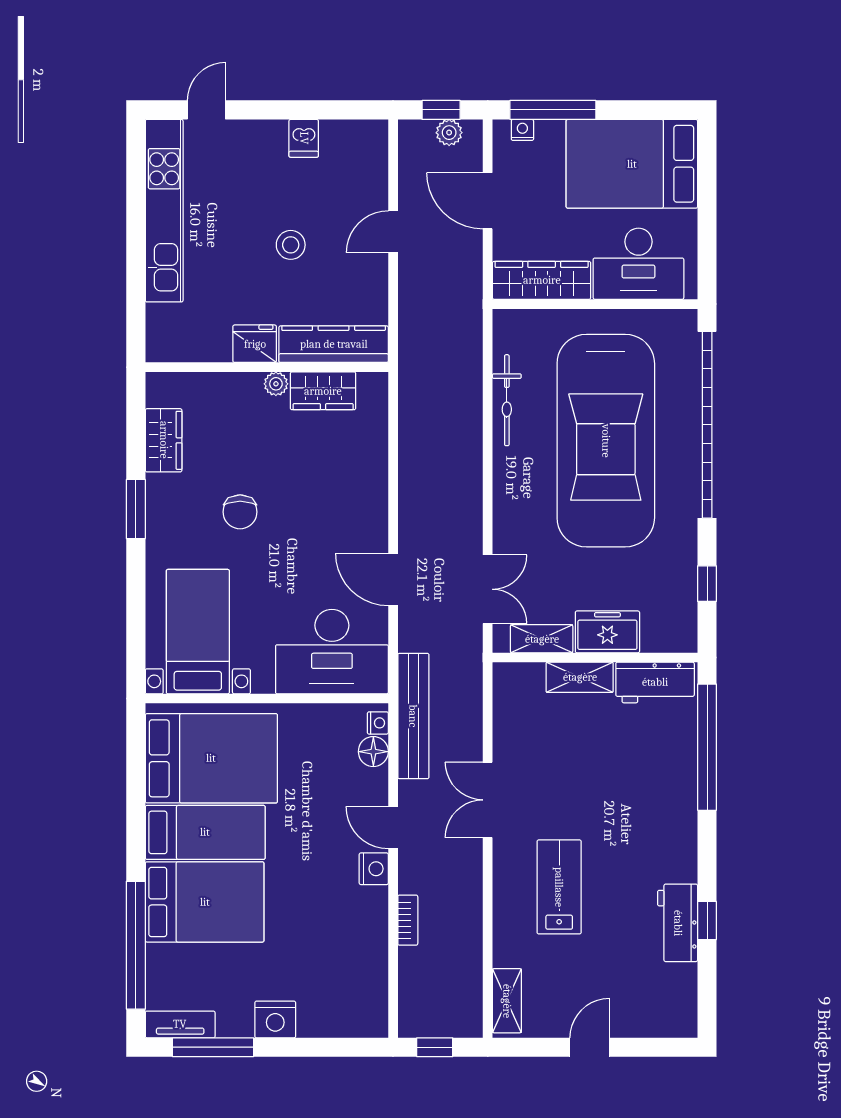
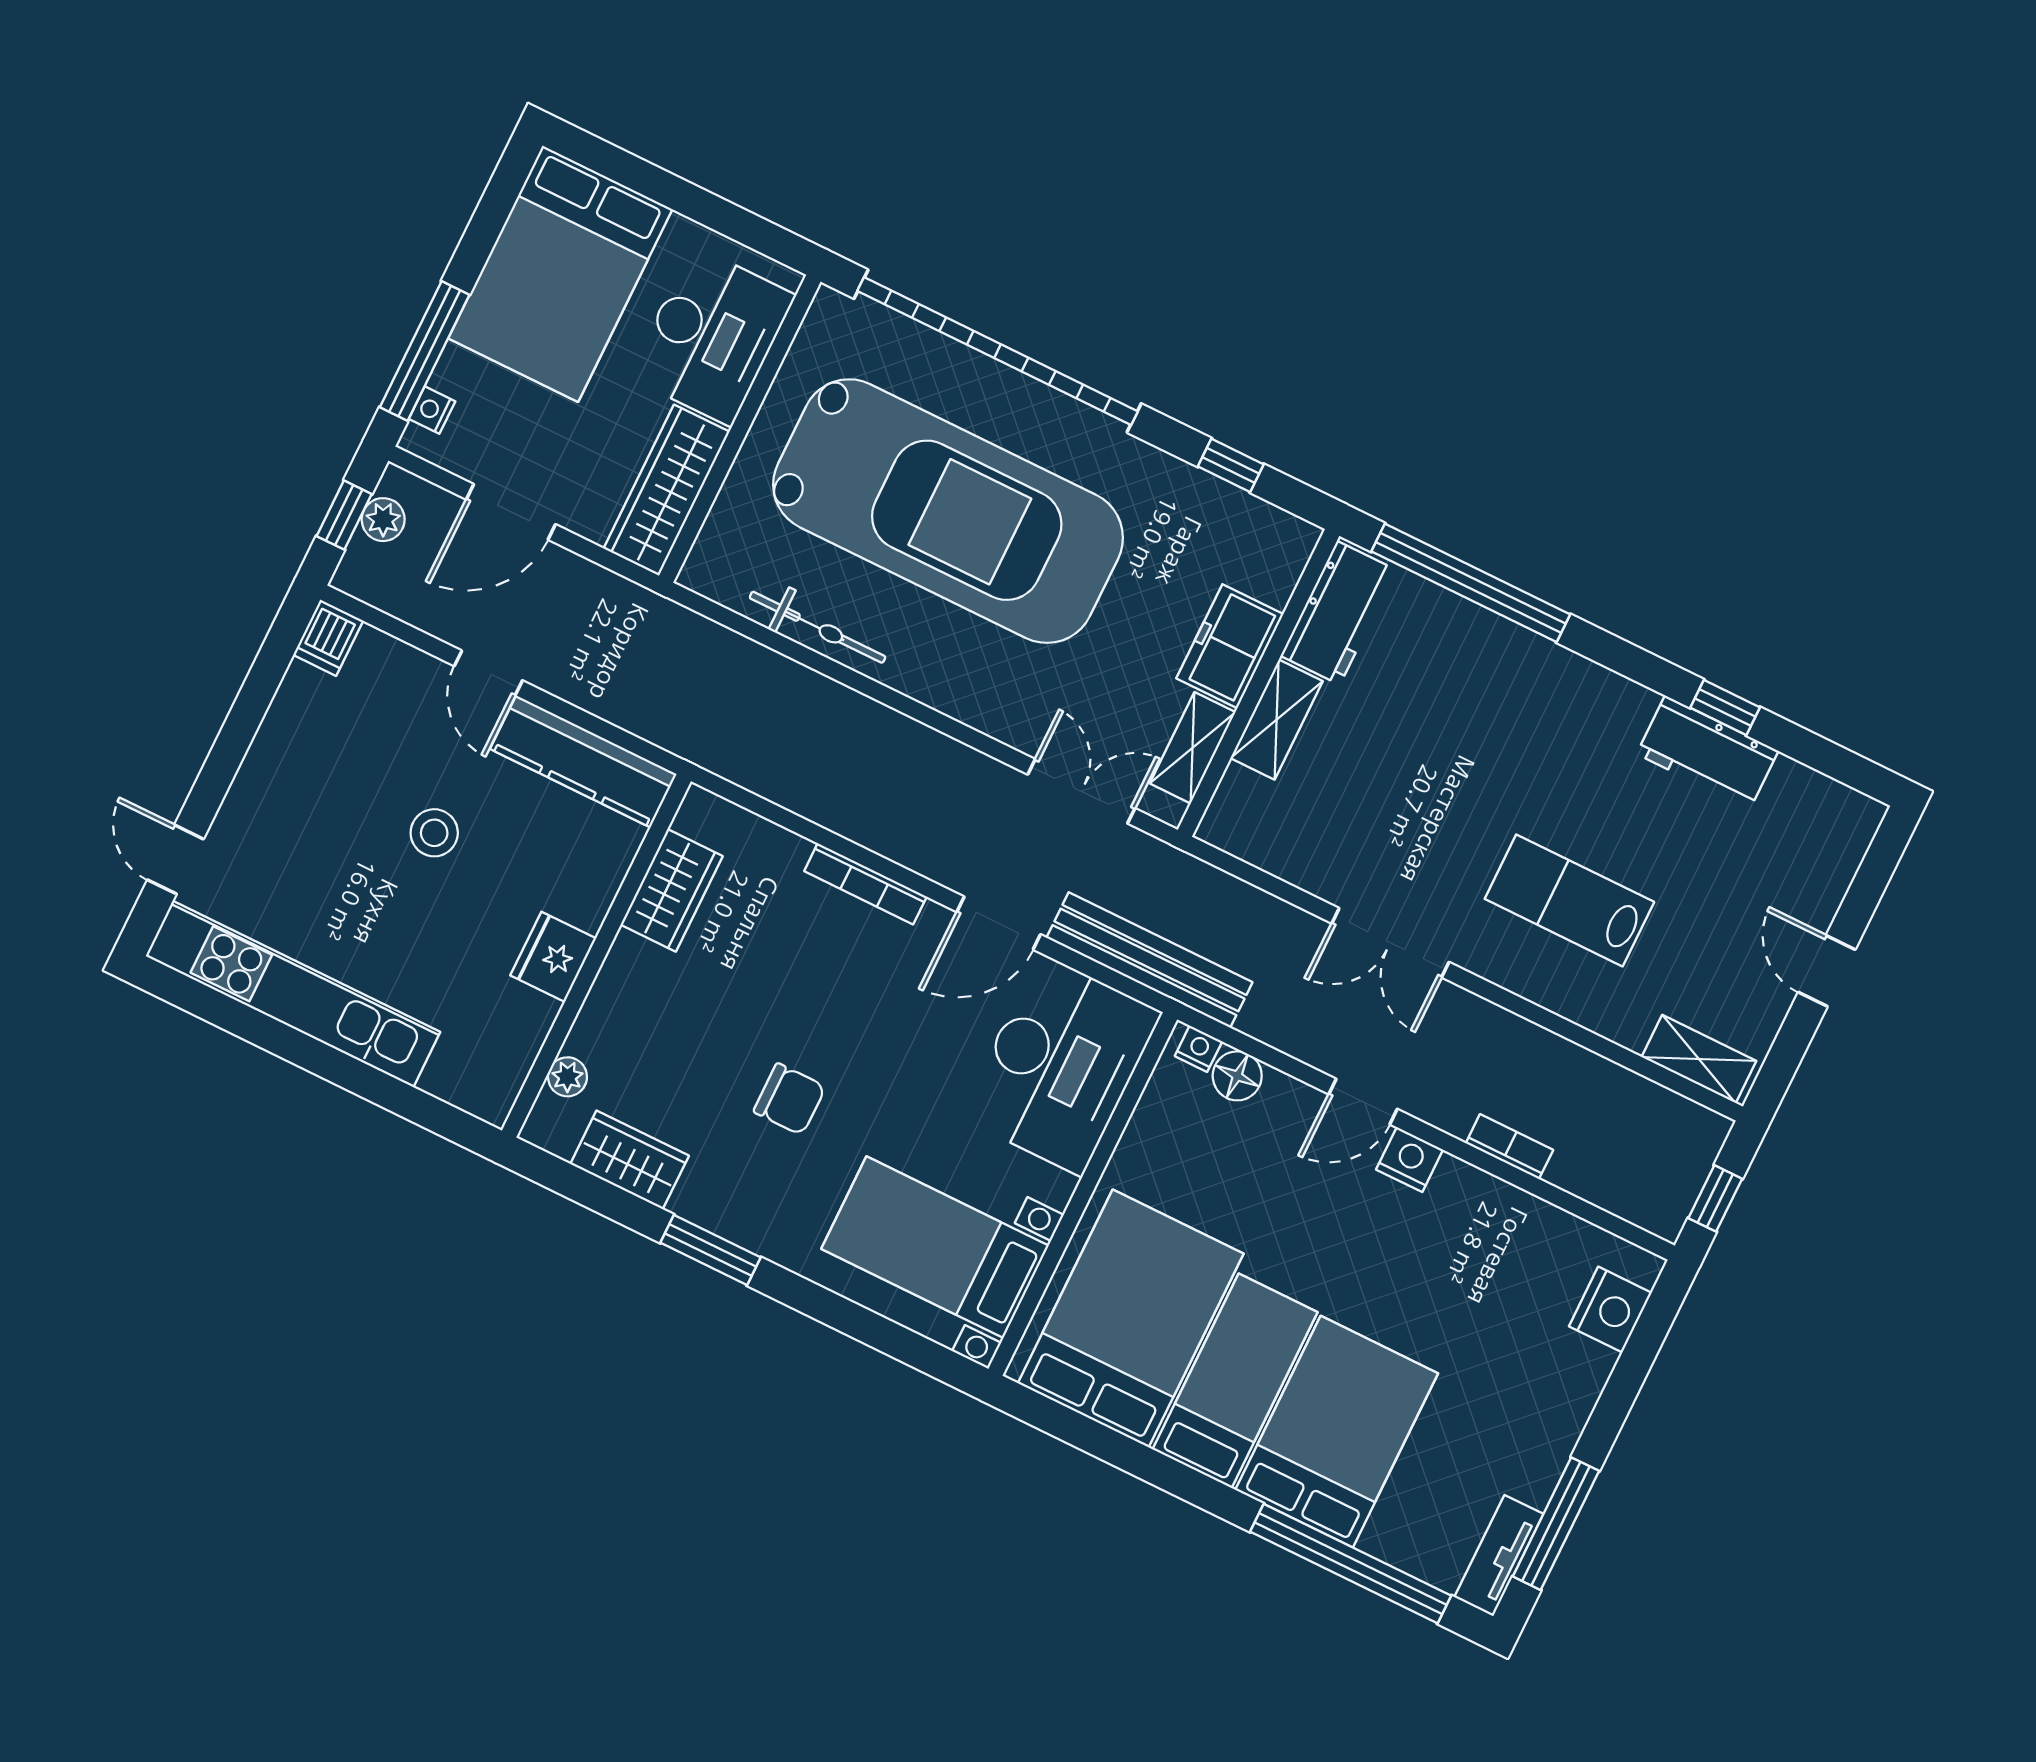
dishwasher: (304, 138) -> (328, 638), moved, turned 90
kitchen counter: (334, 344) -> (583, 762), moved, turned -90
plant: (276, 384) -> (567, 1077), moved
bookcase: (379, 496) -> (865, 884), added
bench: (413, 716) -> (1149, 960), moved
nightstand: (275, 1019) -> (1610, 1310), moved

